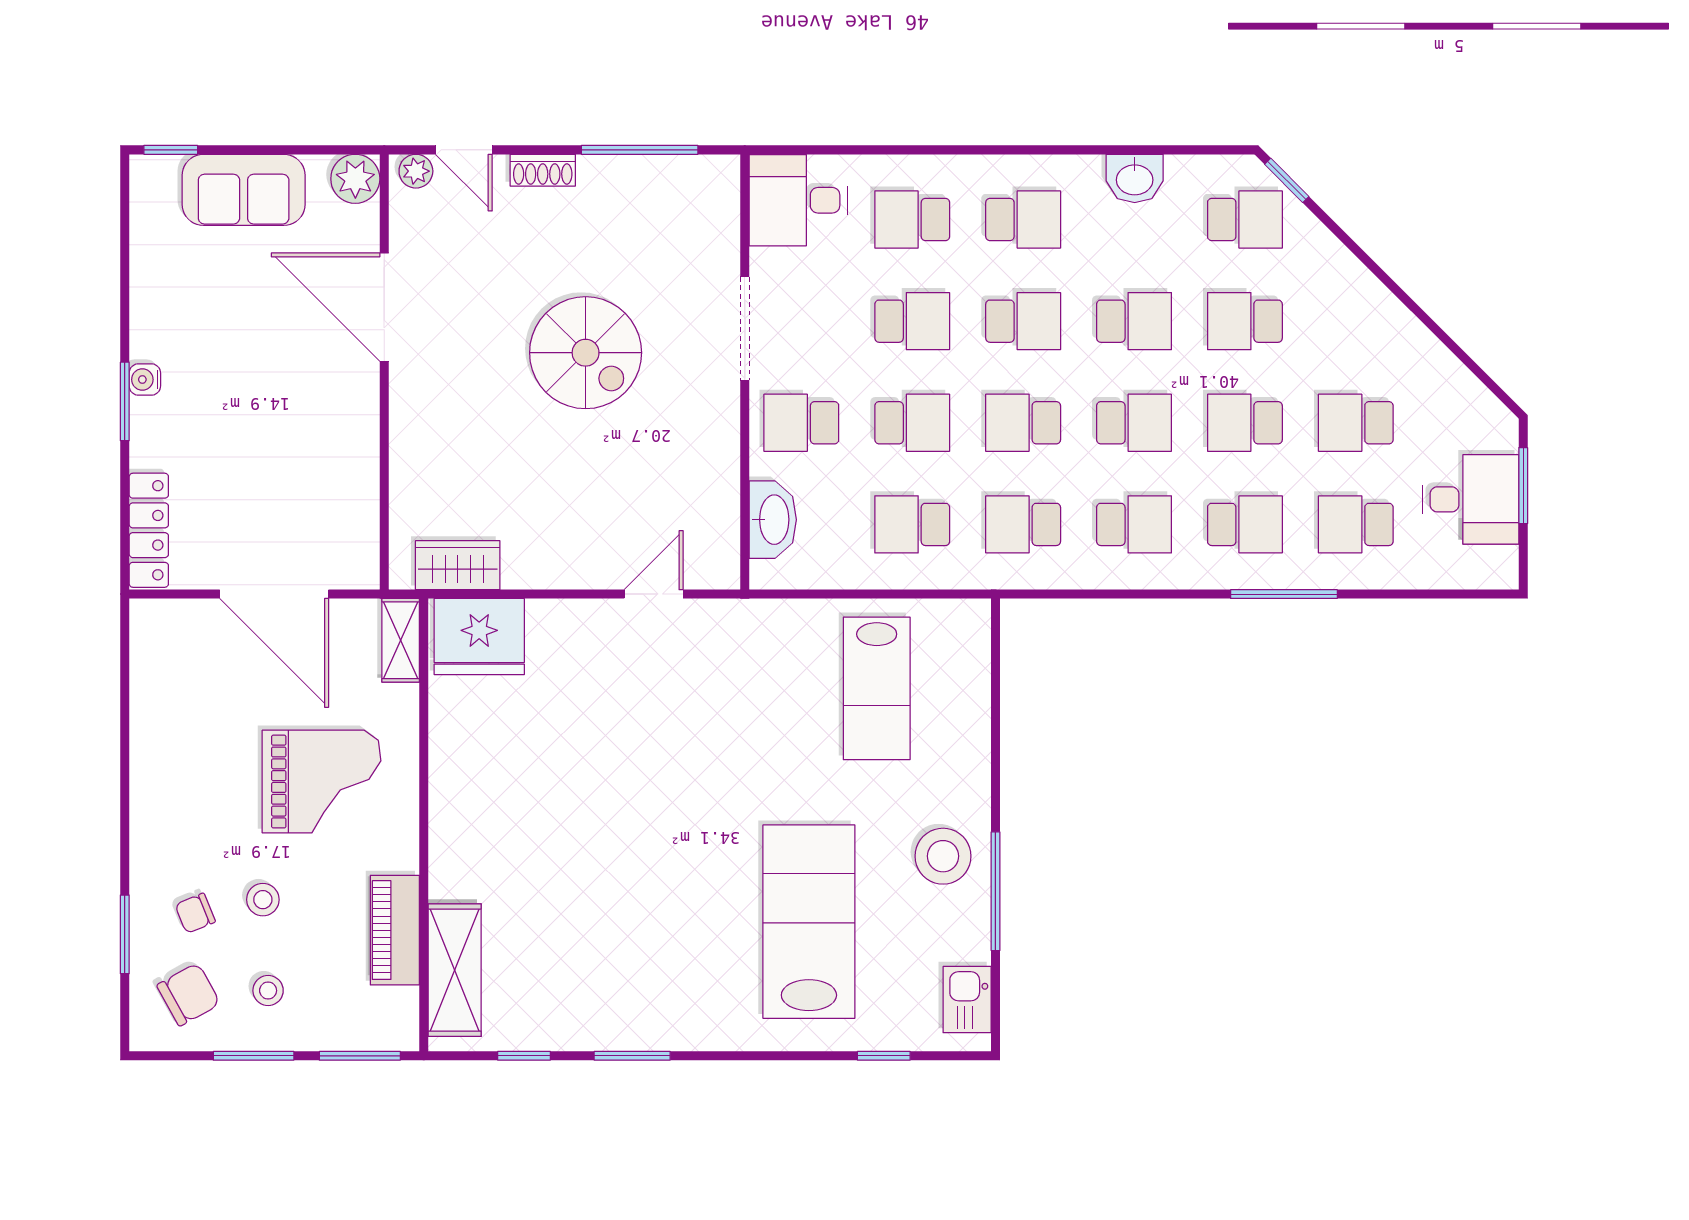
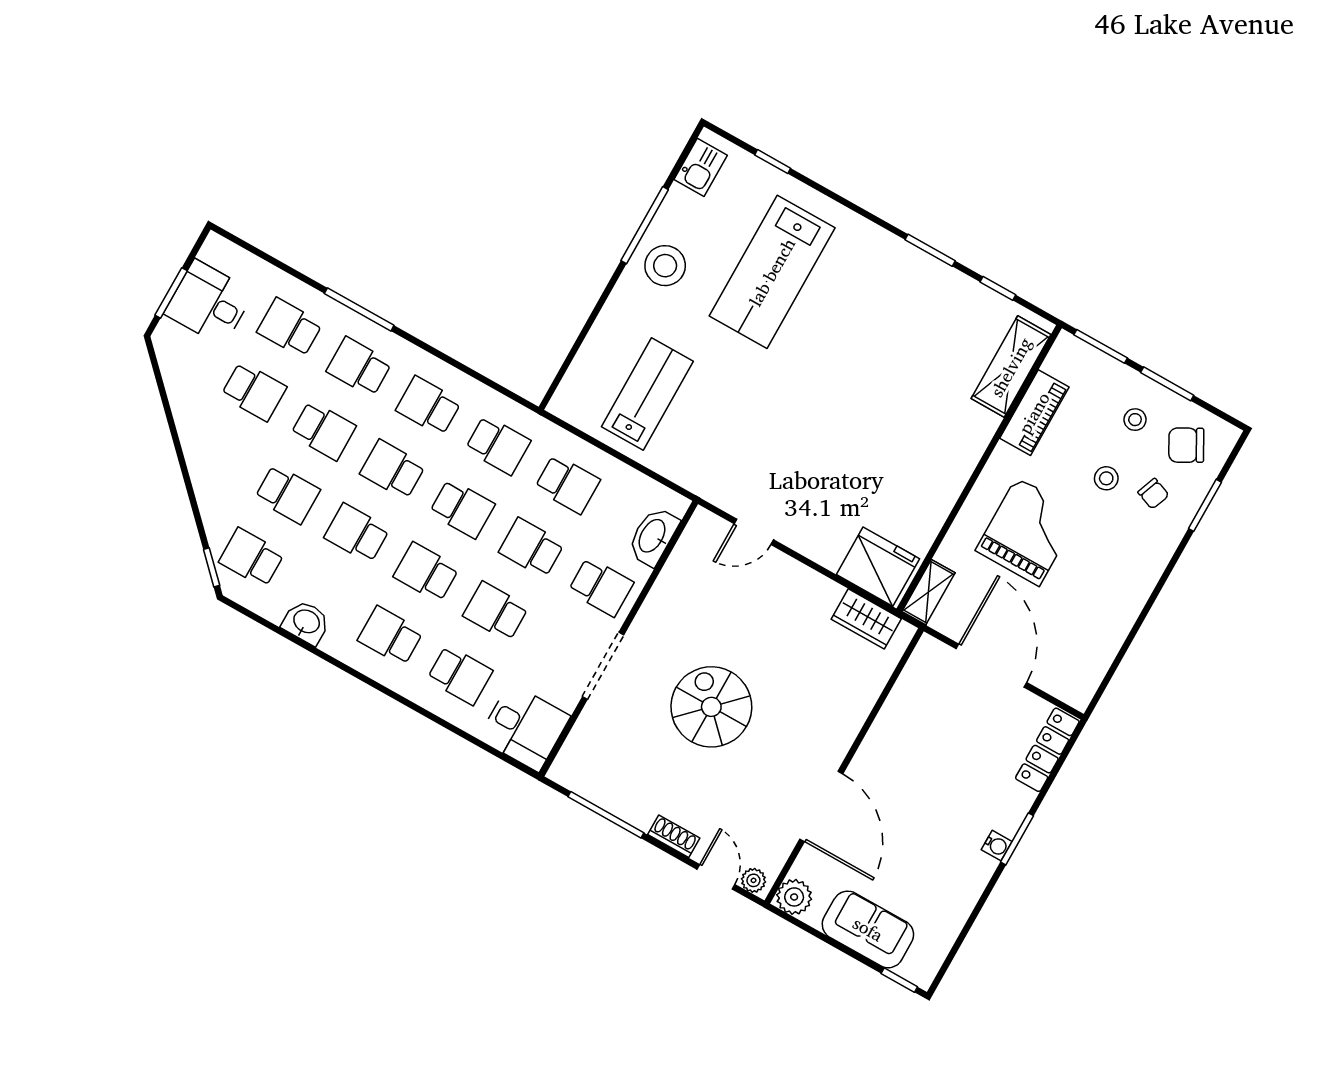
school desk: (1356, 524) -> (290, 328), turned 180
grand piano: (321, 782) -> (1028, 532), turned 90
chair: (195, 913) -> (1153, 494), turned 43

